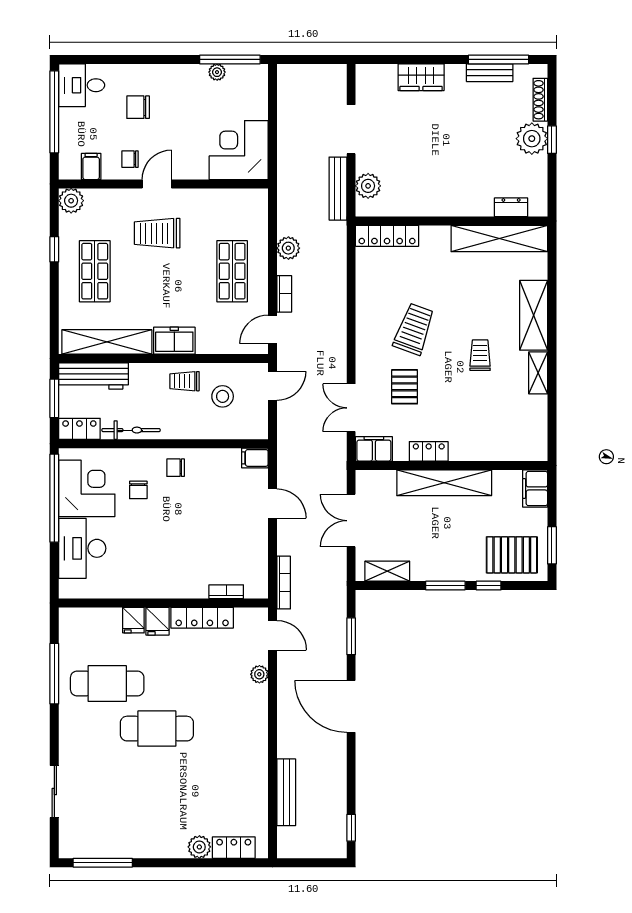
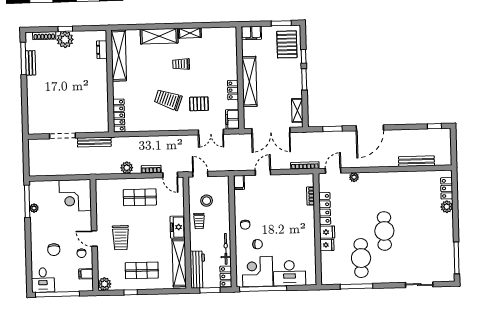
wardrobe: (421, 77) -> (34, 99), removed
plant: (368, 186) -> (92, 126), removed
double door: (351, 521) -> (271, 130), width x1.37

